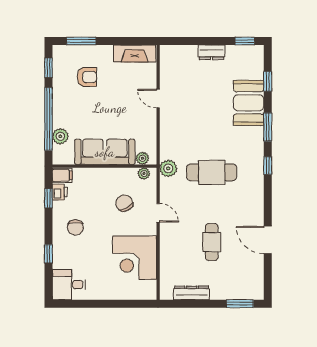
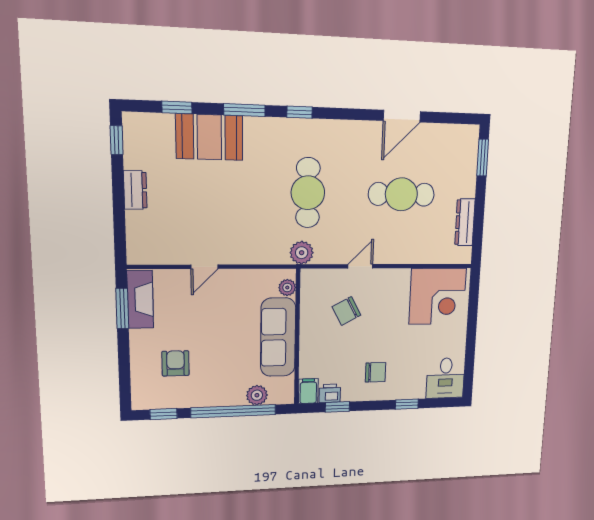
window: (81, 41) -> (122, 308), moved
plant: (144, 174) -> (308, 285), removed
cafe table: (212, 242) -> (401, 194), width x1.37, depth x1.35
corner desk: (135, 258) -> (438, 296), moved

